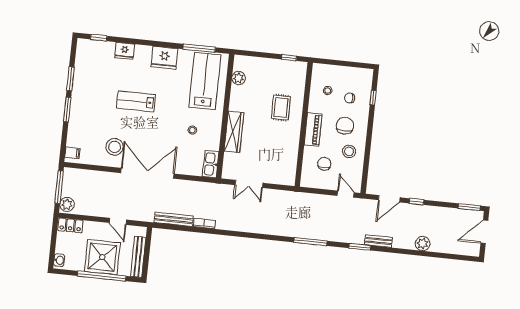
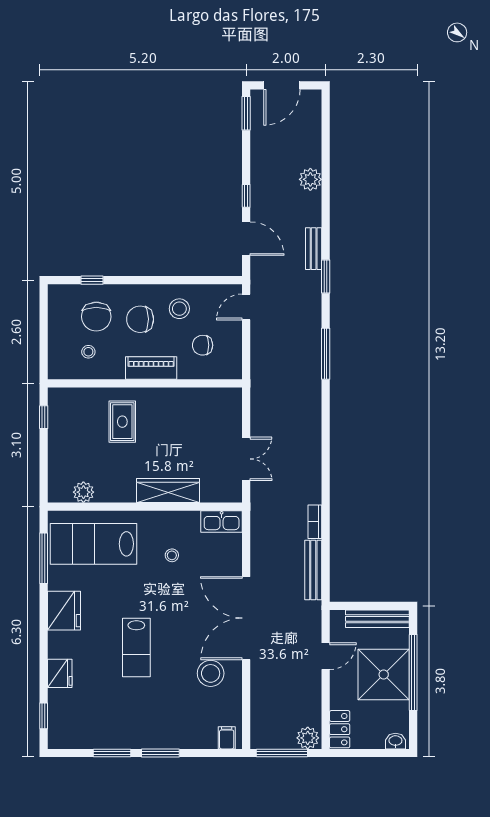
chair: (350, 98) -> (96, 317), width x1.87, depth x1.87
rug: (281, 107) -> (122, 422), turned 90
door: (484, 232) -> (282, 85), hinge flipped

